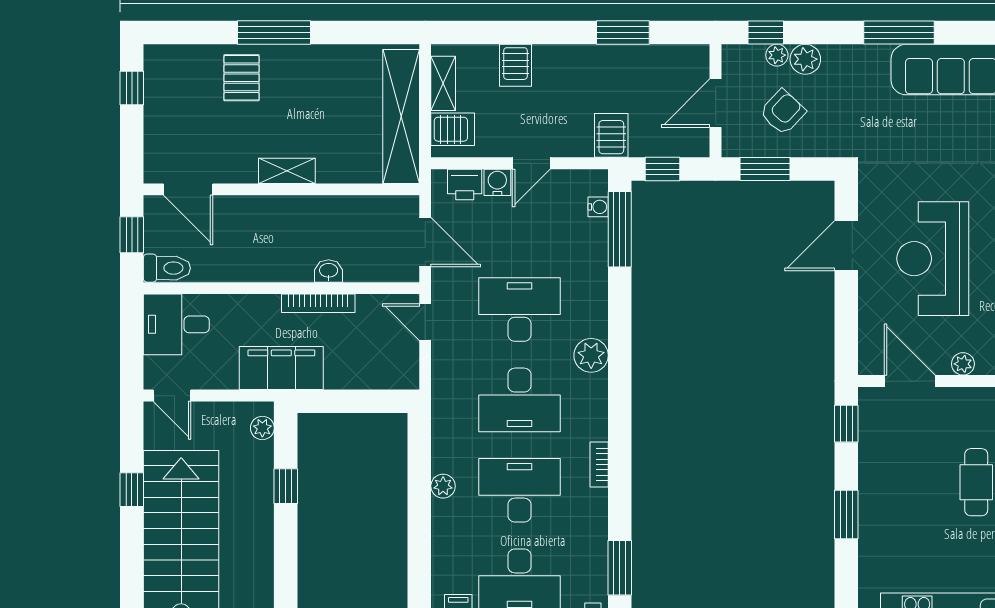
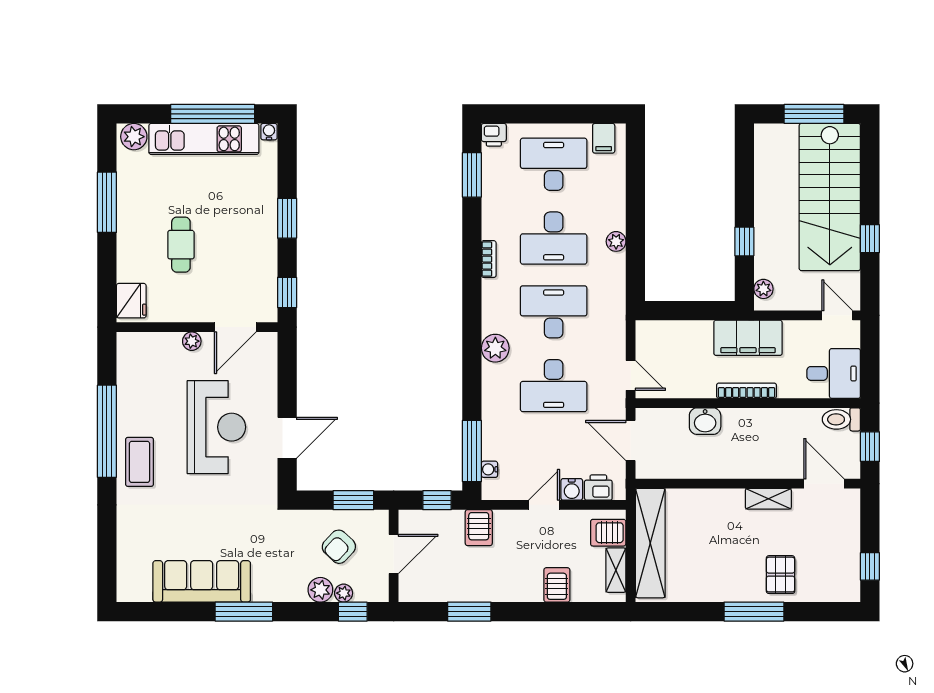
shelving: (287, 171) -> (768, 499), moved
washbasin: (329, 271) -> (705, 421), width x1.38, depth x1.45
bookcase: (318, 303) -> (746, 391), moved
door: (910, 381) -> (235, 327), hinge flipped

